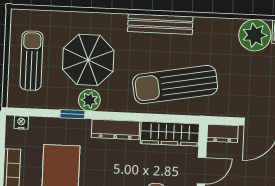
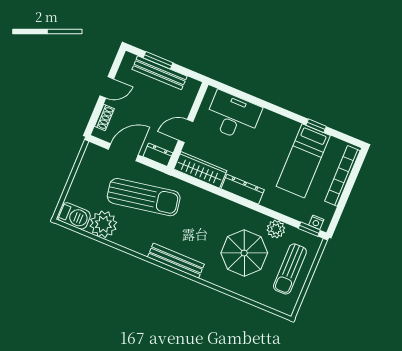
sun lounger: (175, 85) -> (144, 197), moved
plant: (89, 100) -> (276, 229), moved
window: (72, 114) -> (309, 229), moved

